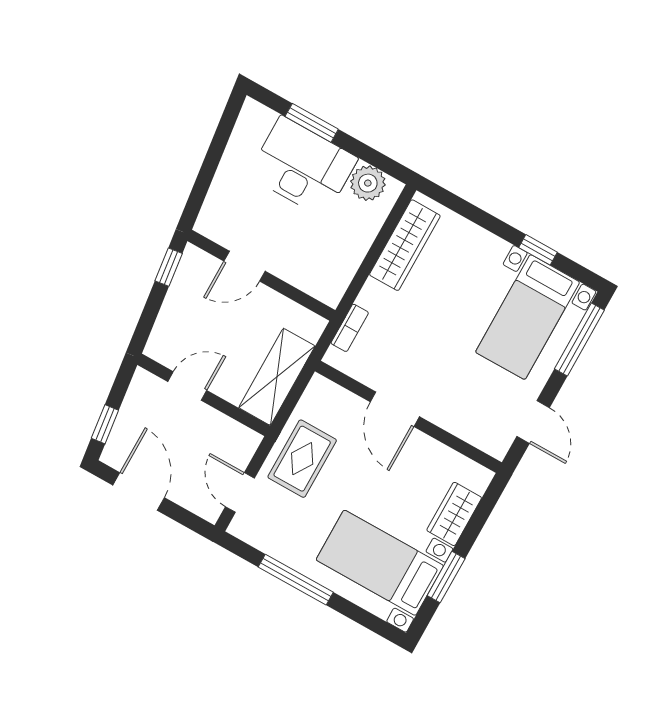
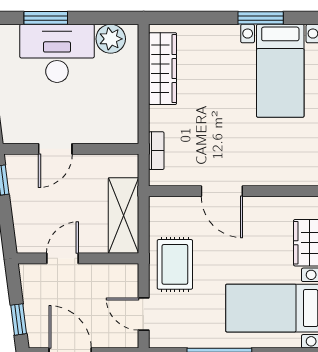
window: (538, 250) -> (261, 18), width x1.50

